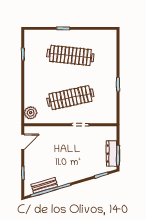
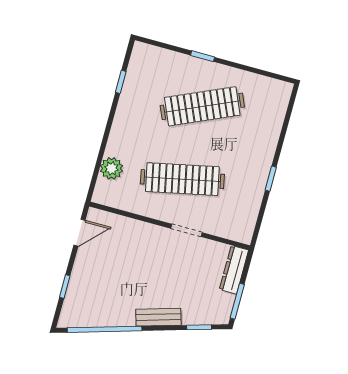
clothes rail: (70, 55) -> (202, 106), turned -30
plant: (31, 113) -> (111, 168), moved
dresser: (112, 153) -> (234, 270), moved
bench: (44, 186) -> (158, 317), moved

